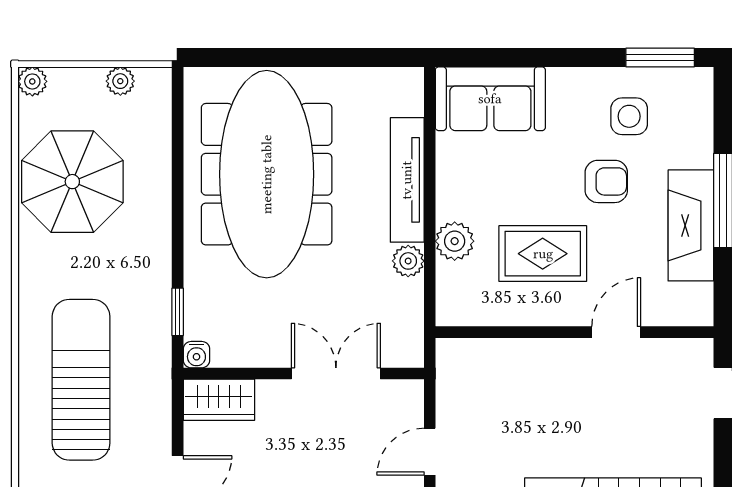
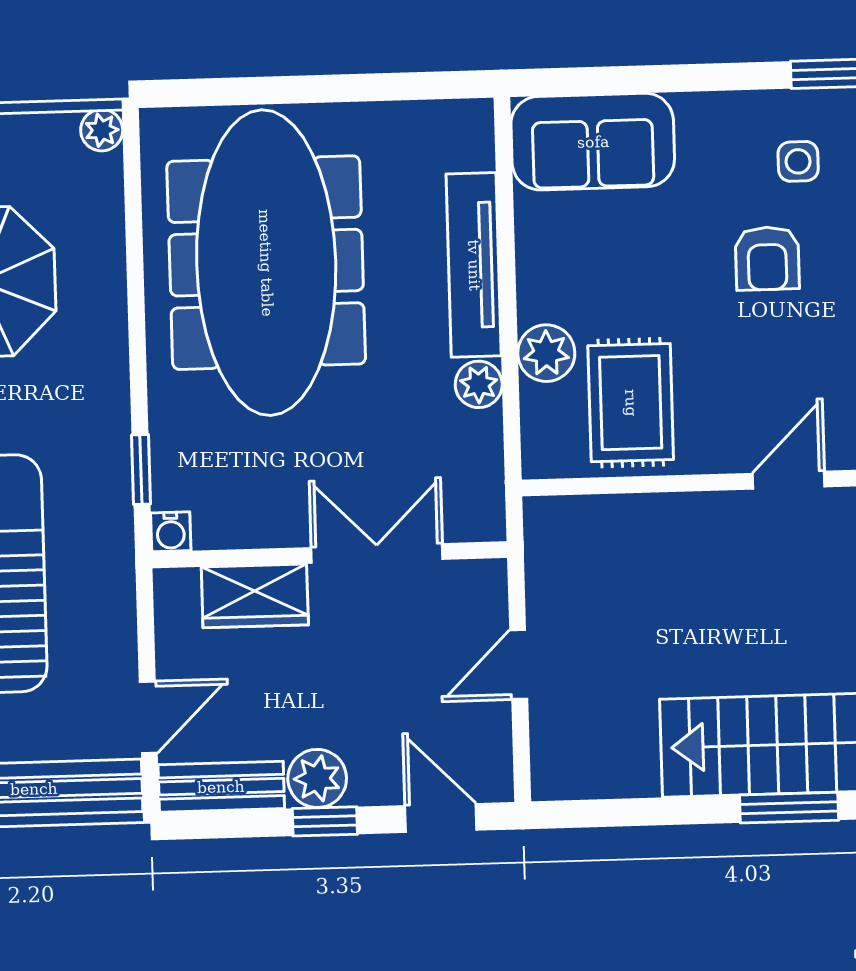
plant: (120, 81) -> (102, 130), moved
side table: (629, 116) -> (798, 161), width x0.73, depth x0.73
armchair: (606, 181) -> (767, 258), turned 90
rug: (543, 254) -> (631, 403), moved, turned 90
wardrobe: (219, 400) -> (255, 596), moved

